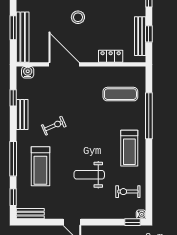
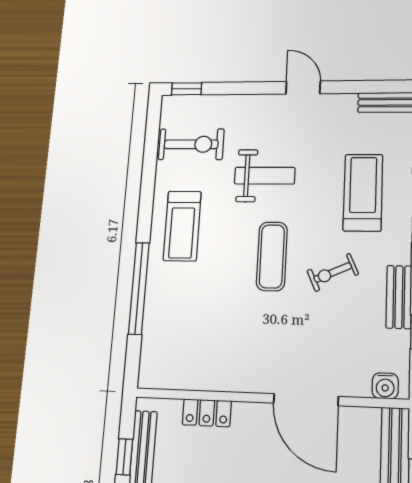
exercise mat: (120, 94) -> (272, 256), moved, turned 90
treadmill: (129, 148) -> (182, 226), turned 180
exercise bike: (128, 192) -> (191, 144), width x1.38, depth x1.39
water cooler: (141, 214) -> (169, 103), removed

